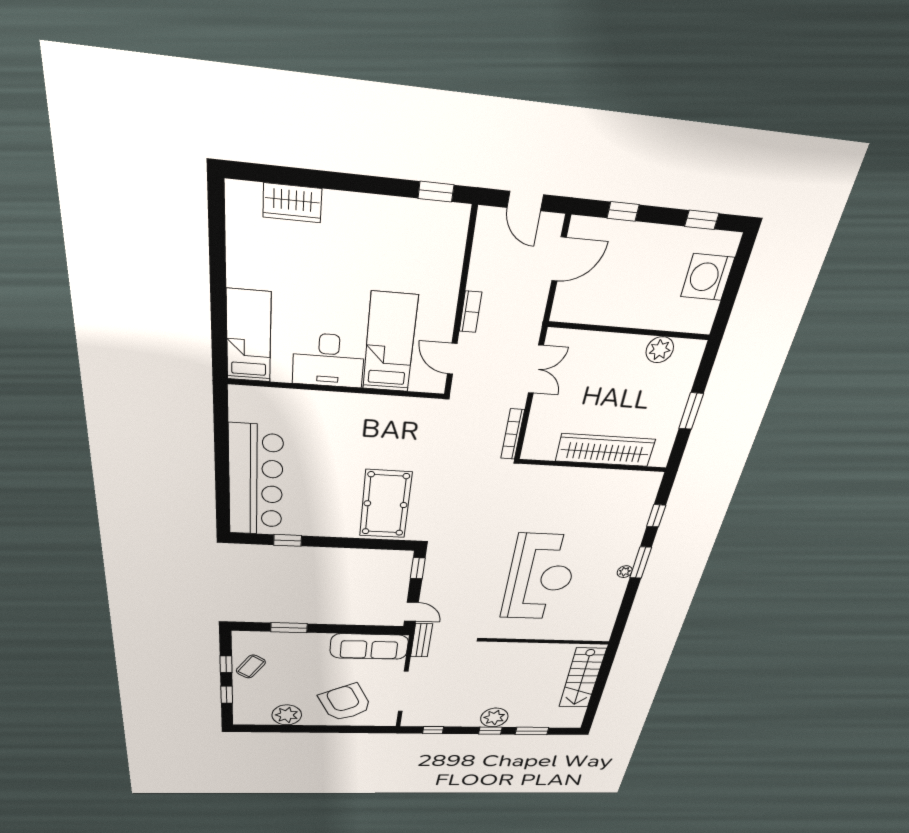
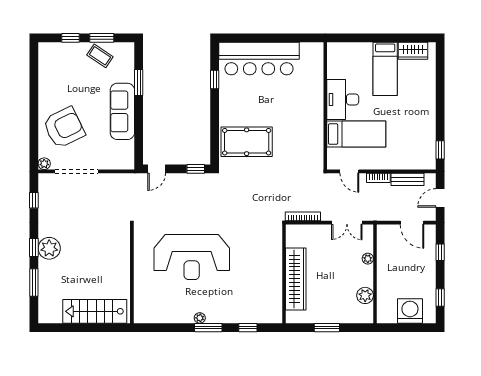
wardrobe: (292, 203) -> (413, 51), moved, turned -90
bed: (249, 336) -> (385, 69), moved, turned 90
plant: (602, 341) -> (368, 259), added
door: (452, 359) -> (349, 171), swing flipped
bench: (421, 640) -> (408, 179), moved
sofa: (369, 647) -> (122, 111), moved
window: (226, 664) -> (102, 38), width x1.50
plant: (287, 715) -> (44, 164), moved, width x0.53, depth x0.53

